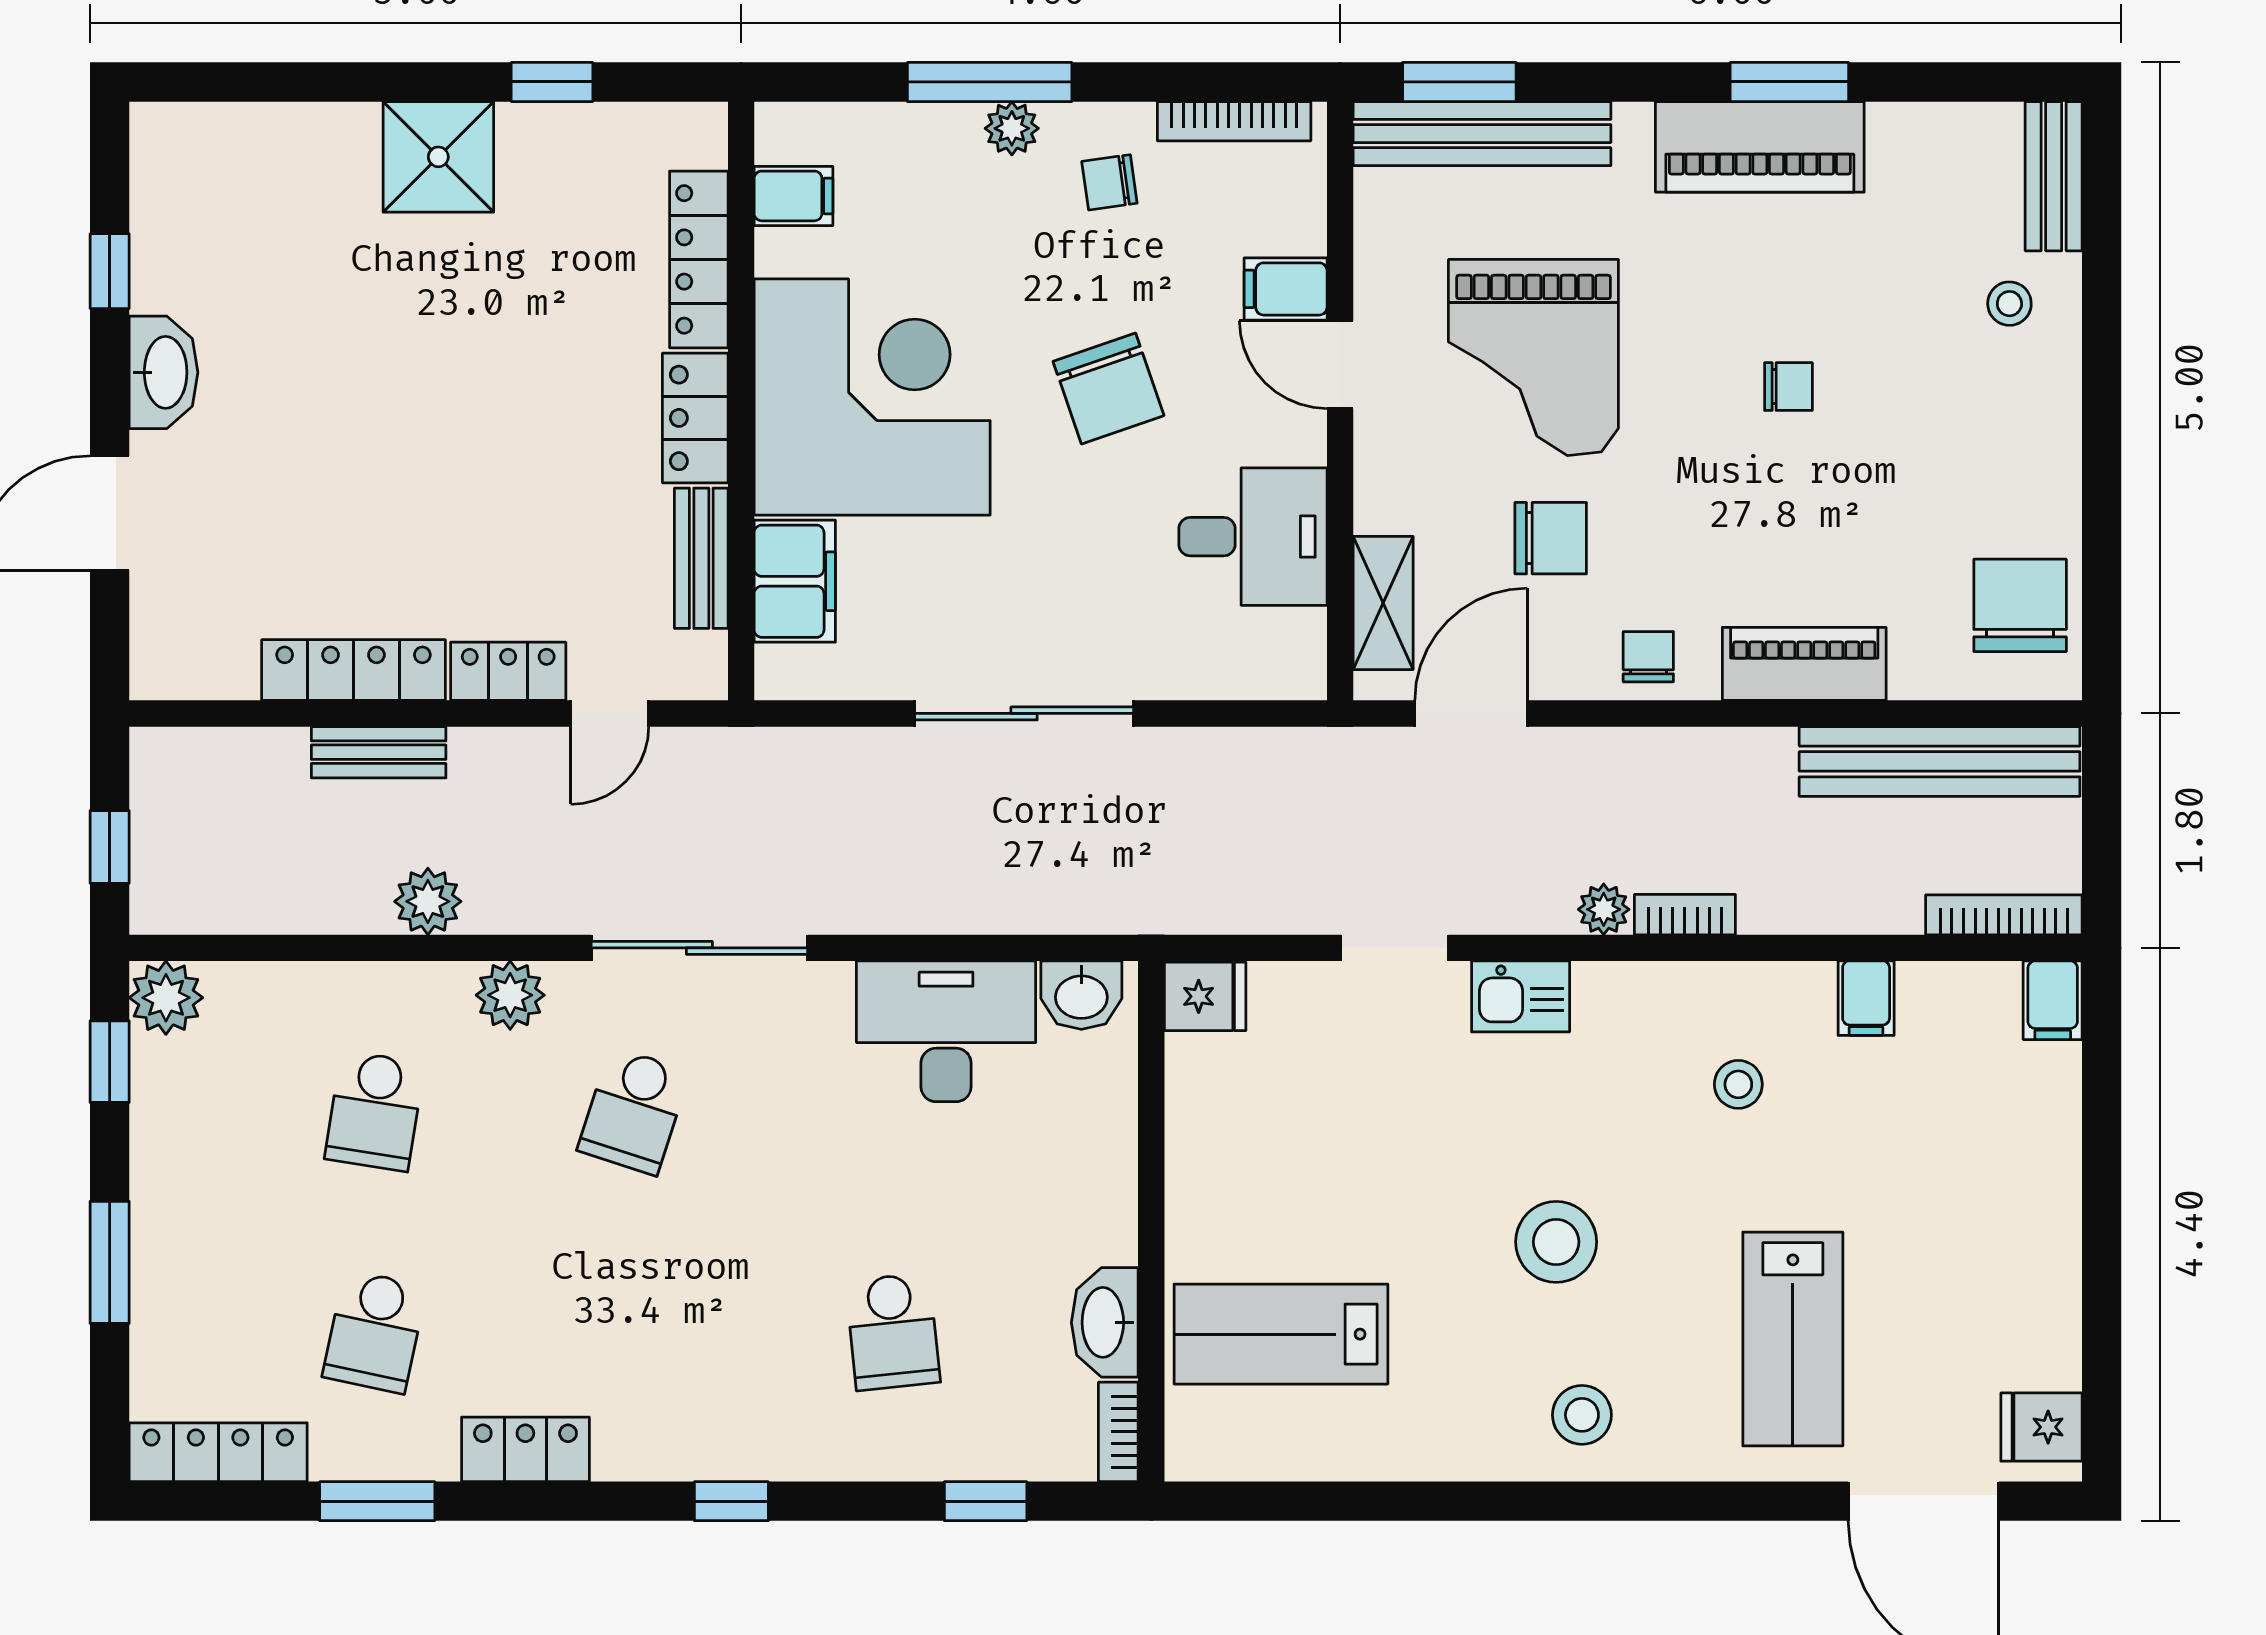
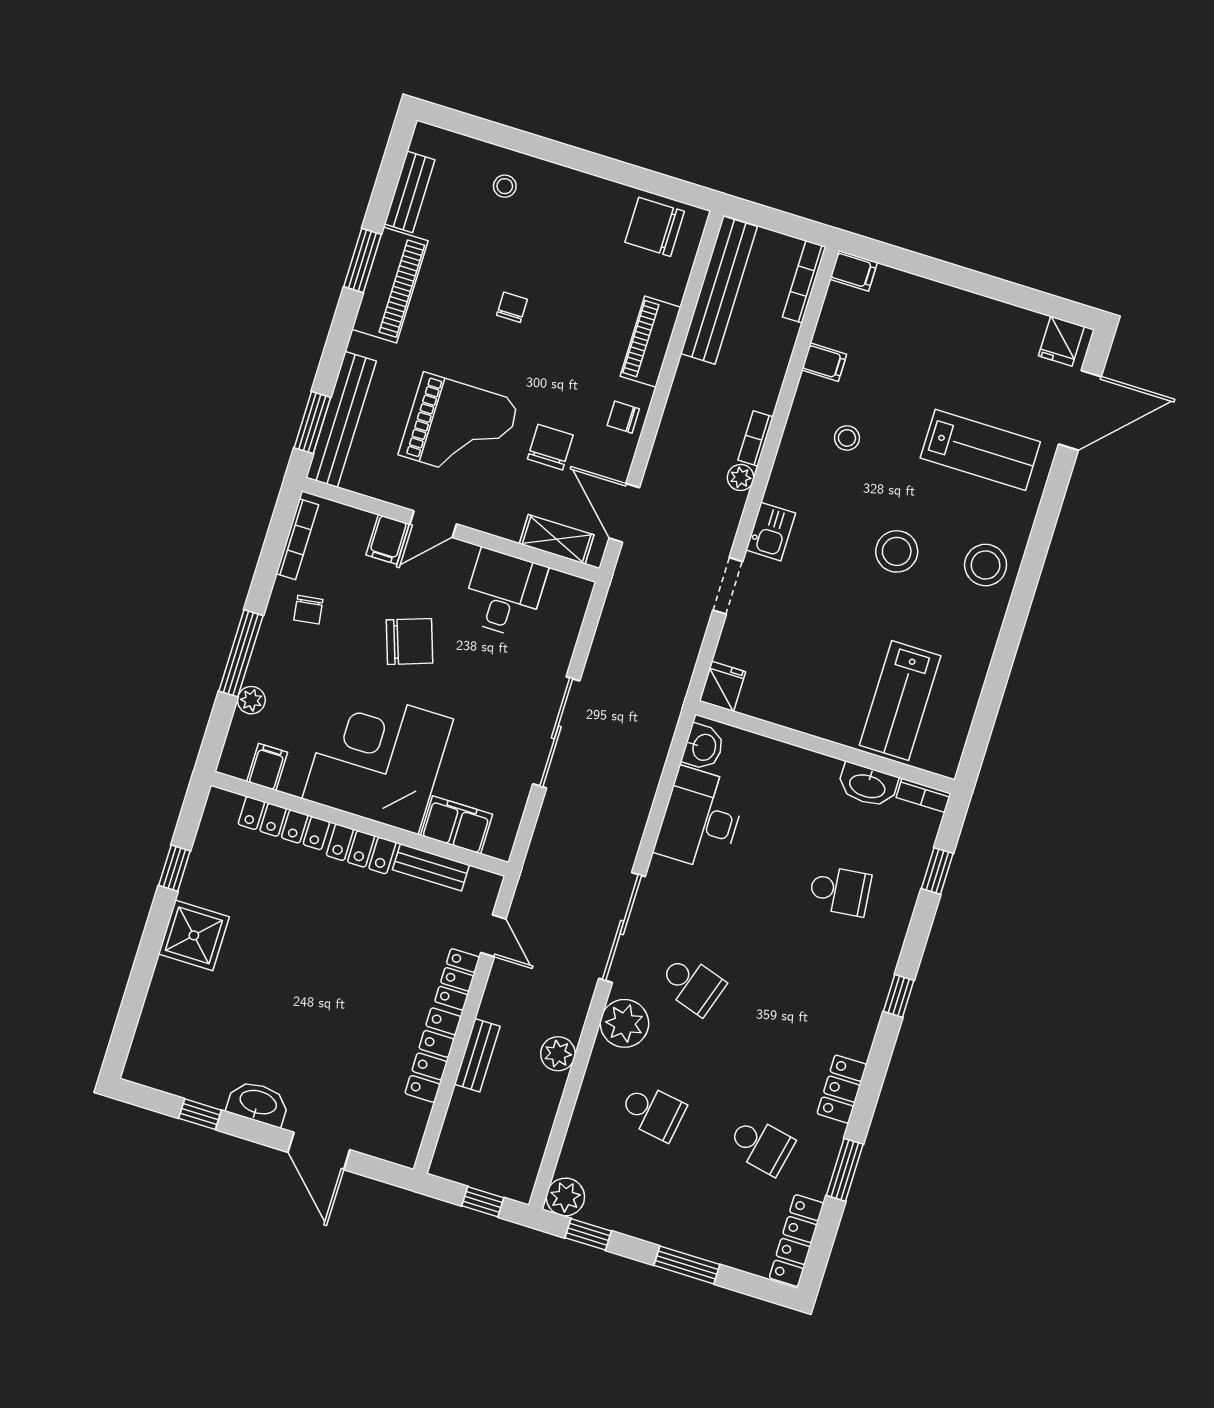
plant: (1012, 128) -> (251, 700), moved
bench: (2054, 176) -> (410, 192), moved, turned 90
plant: (510, 995) -> (624, 1023), width x1.36, depth x1.36
stool: (1582, 1415) -> (986, 565), width x1.38, depth x1.38

